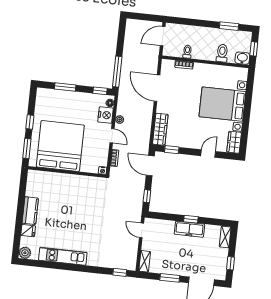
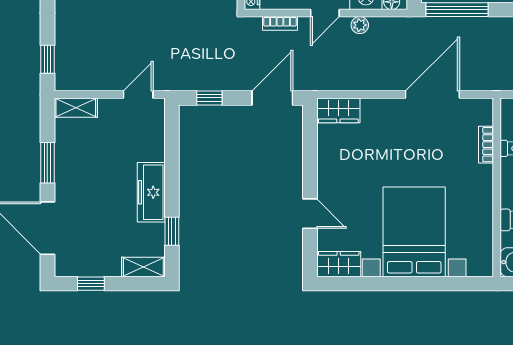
wardrobe: (160, 129) -> (338, 110), width x0.67
window: (172, 150) -> (310, 138), removed
window: (191, 219) -> (172, 231), moved

